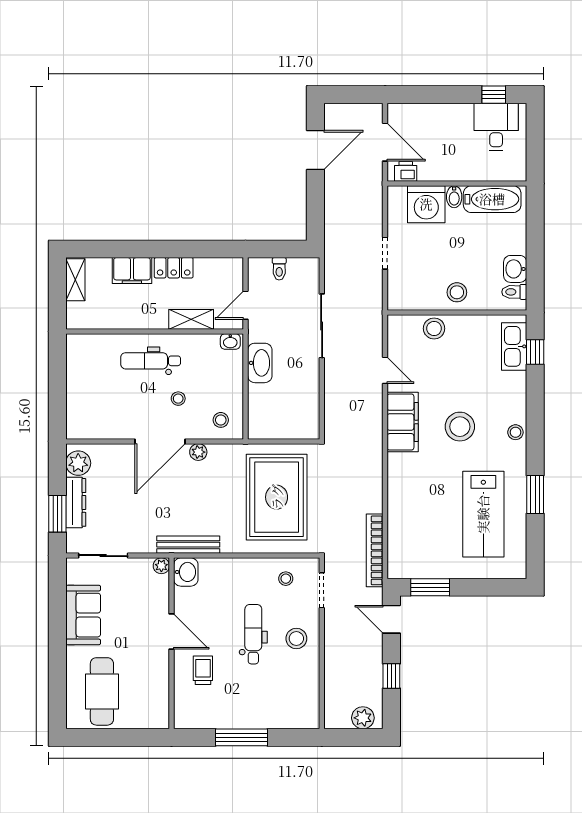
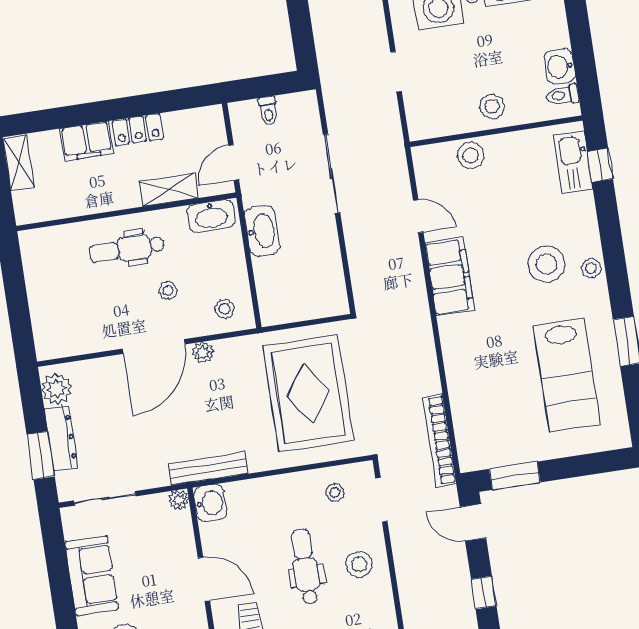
washbasin: (230, 341) -> (211, 216), width x1.91, depth x1.45
stool: (460, 427) -> (546, 264), moved

